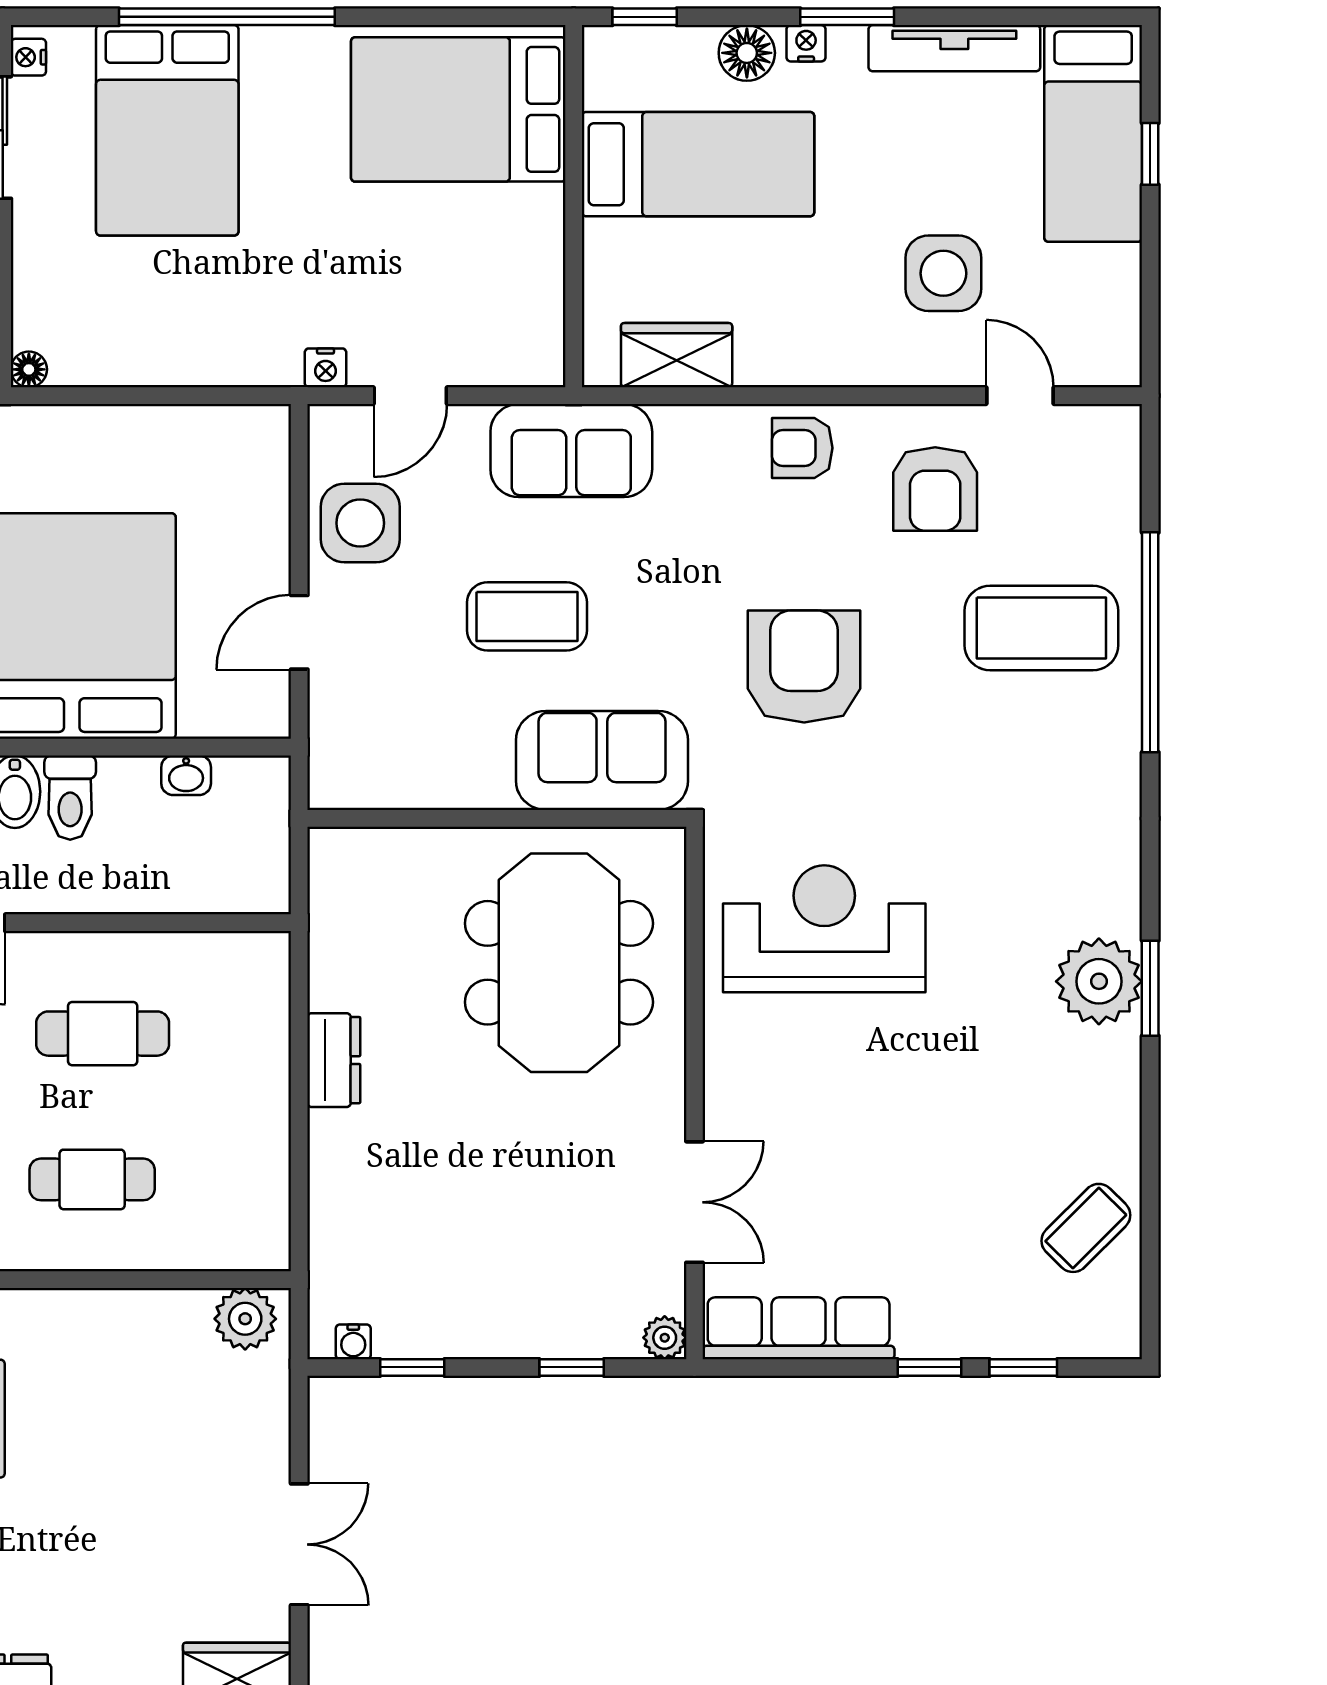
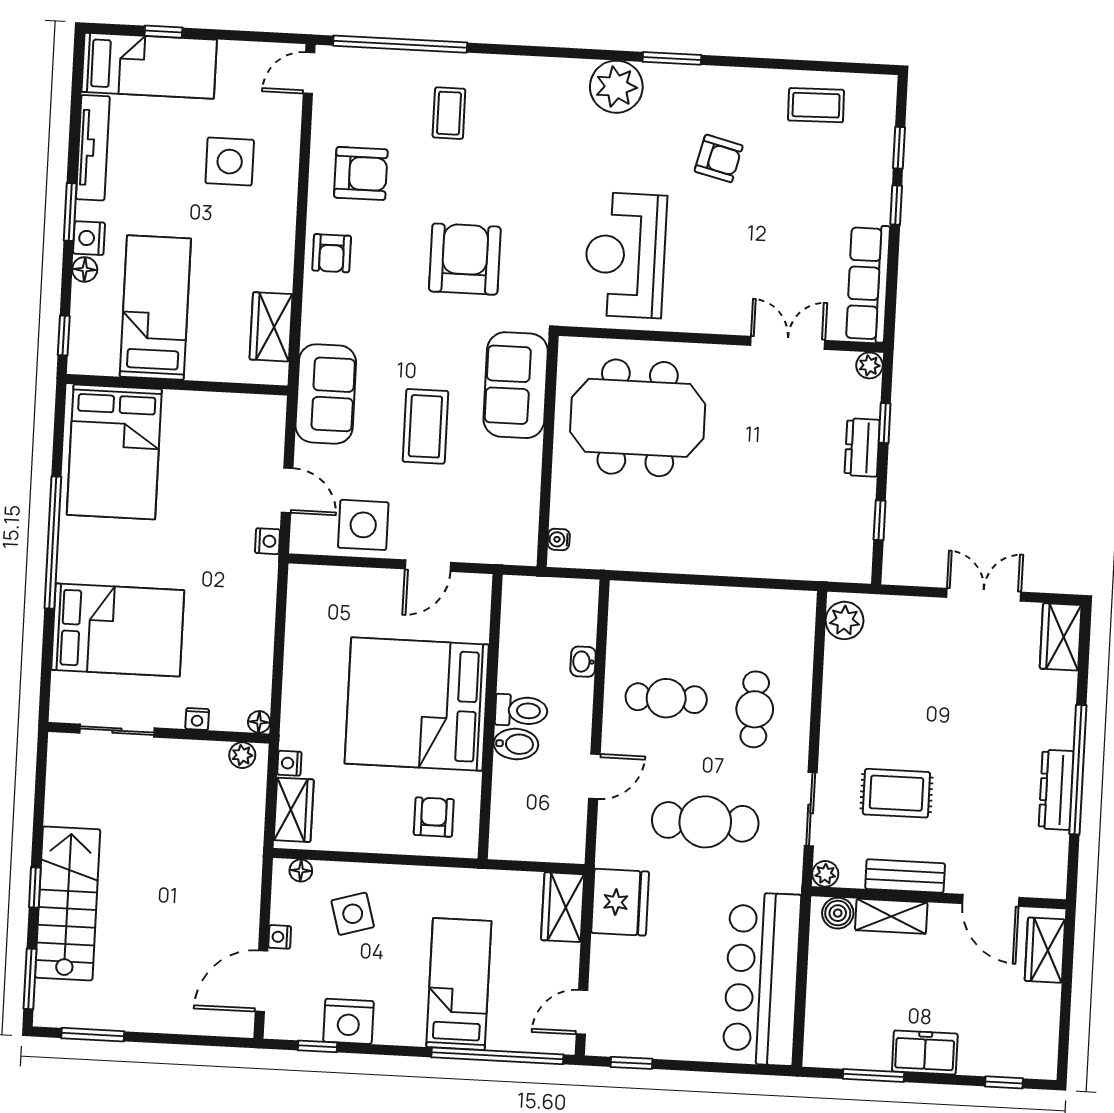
window: (227, 17) -> (53, 543), moved
nightstand: (806, 43) -> (89, 238), width x1.39, depth x1.35
floor lamp: (747, 53) -> (85, 269), width x0.73, depth x0.73
nightstand: (28, 57) -> (197, 719), moved
door: (1020, 396) -> (309, 73), moved
coffee table: (1041, 628) -> (449, 113), width x0.54, depth x0.58
door: (299, 632) -> (428, 566), hinge flipped
window: (1150, 642) -> (400, 44), moved
armchair: (804, 666) -> (465, 259), turned 90
washbasin: (186, 775) -> (583, 662), moved, turned 180
plant: (1099, 981) -> (616, 87), moved
cafe table: (103, 1034) -> (666, 698), turned 90
dresser: (334, 1060) -> (862, 448), moved, turned -90
armchair: (990, 1073) -> (719, 158), added
coffee table: (1086, 1228) -> (816, 105), turned -46
water cooler: (353, 1342) -> (559, 539), moved, turned 180

